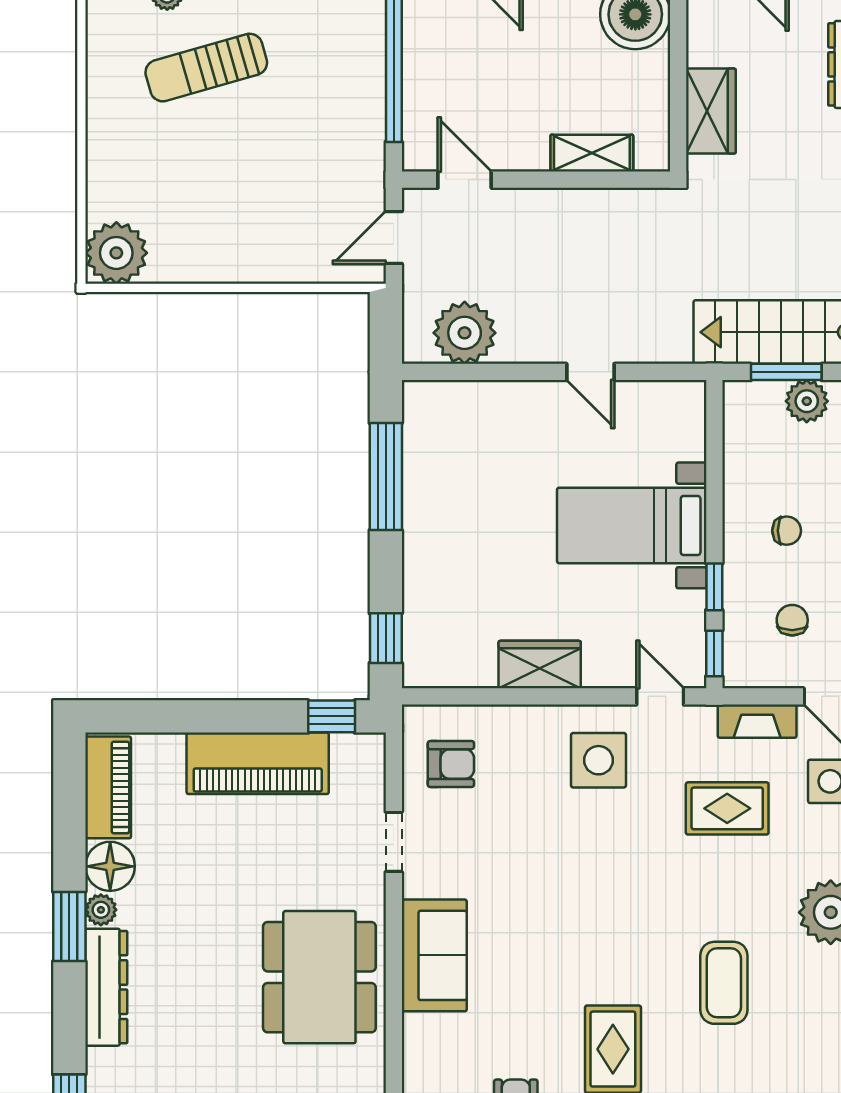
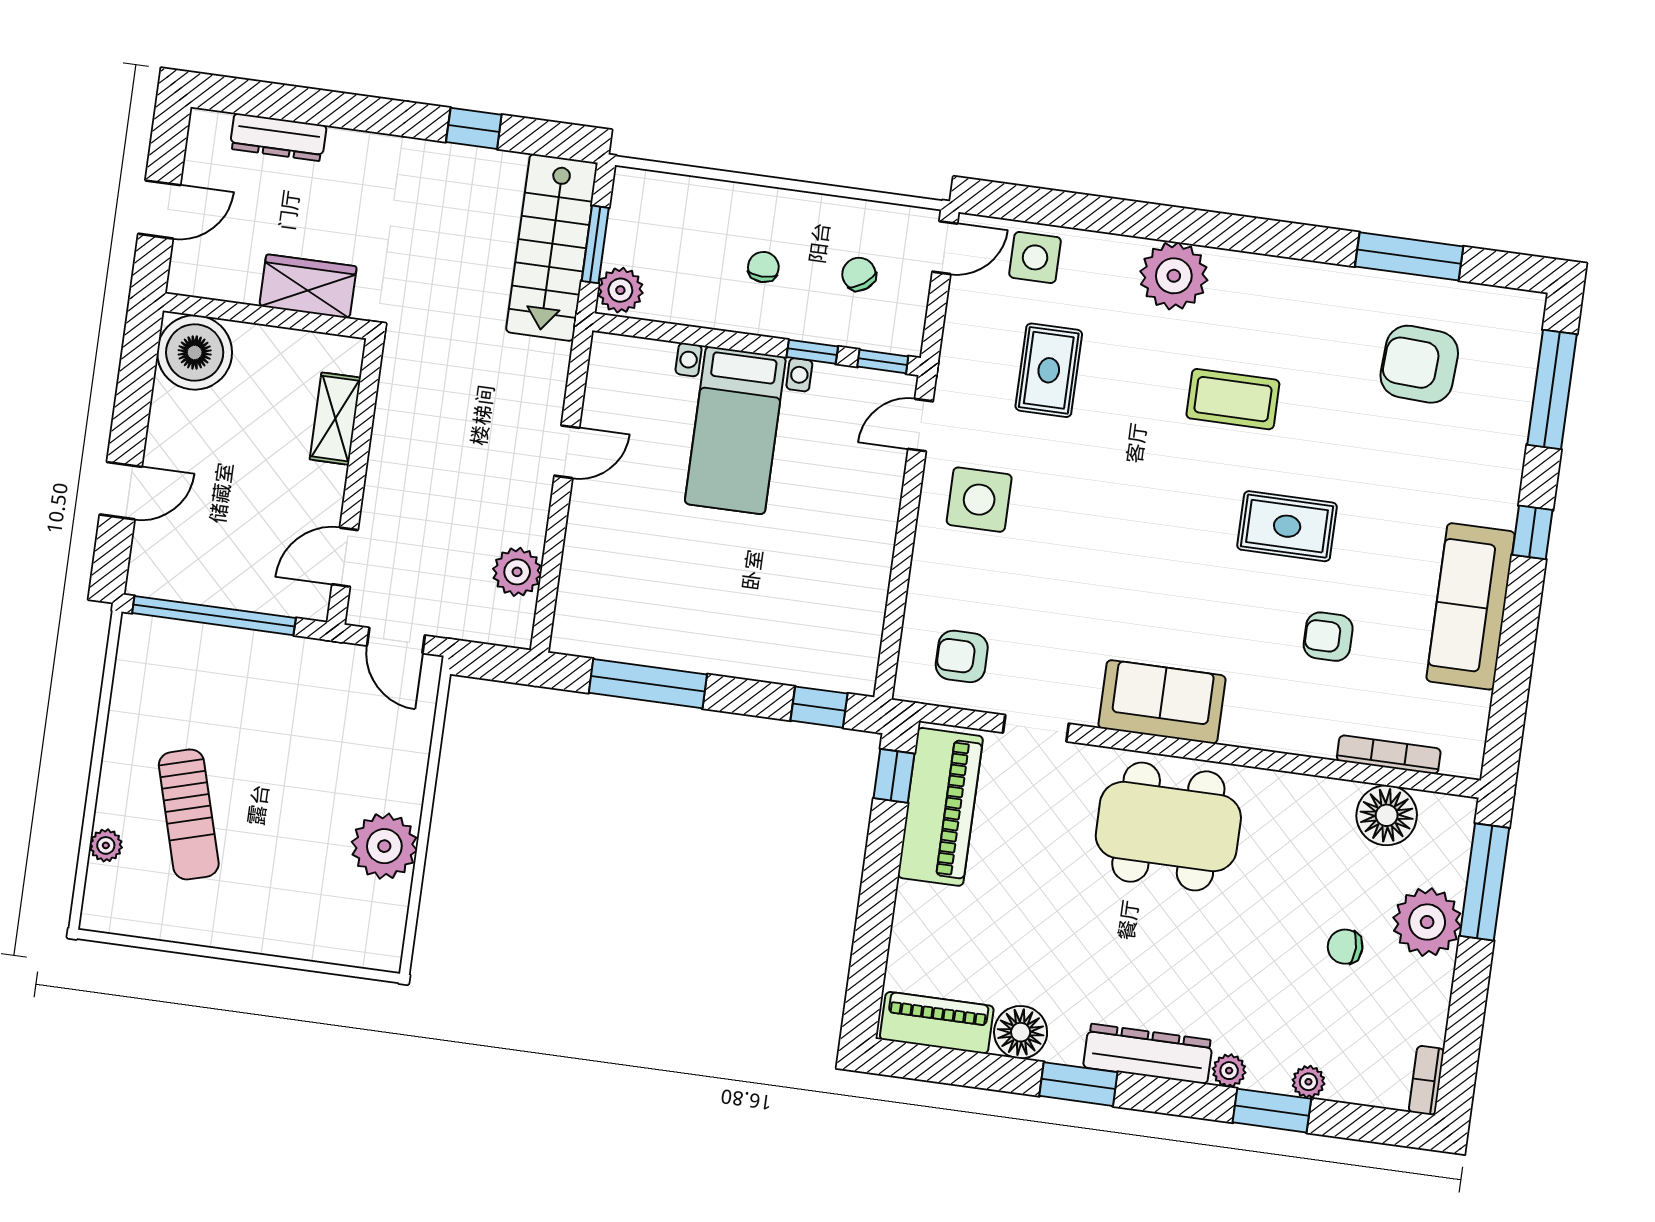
plant: (116, 253) -> (384, 846), moved
plant: (465, 333) -> (517, 572), width x0.73, depth x0.73
plant: (807, 401) -> (620, 290), moved
chair: (792, 620) -> (859, 274), turned 54
wardrobe: (540, 665) -> (869, 548), removed
fireplace: (757, 721) -> (961, 326), removed
piano: (258, 763) -> (940, 807), moved
armchair: (451, 764) -> (962, 656), turned -90
plant: (101, 910) -> (1229, 1071), moved

